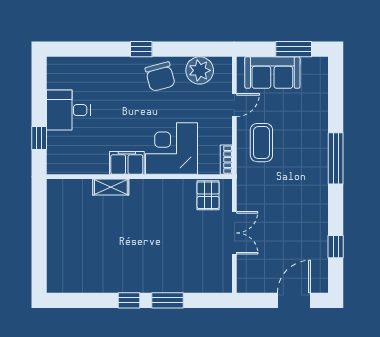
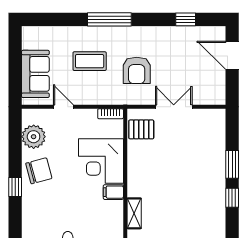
window: (294, 49) -> (15, 56), removed
coffee table: (261, 143) -> (90, 61), moved
filing cabinet: (127, 163) -> (113, 192), width x0.50
armchair: (276, 190) -> (137, 70), added

